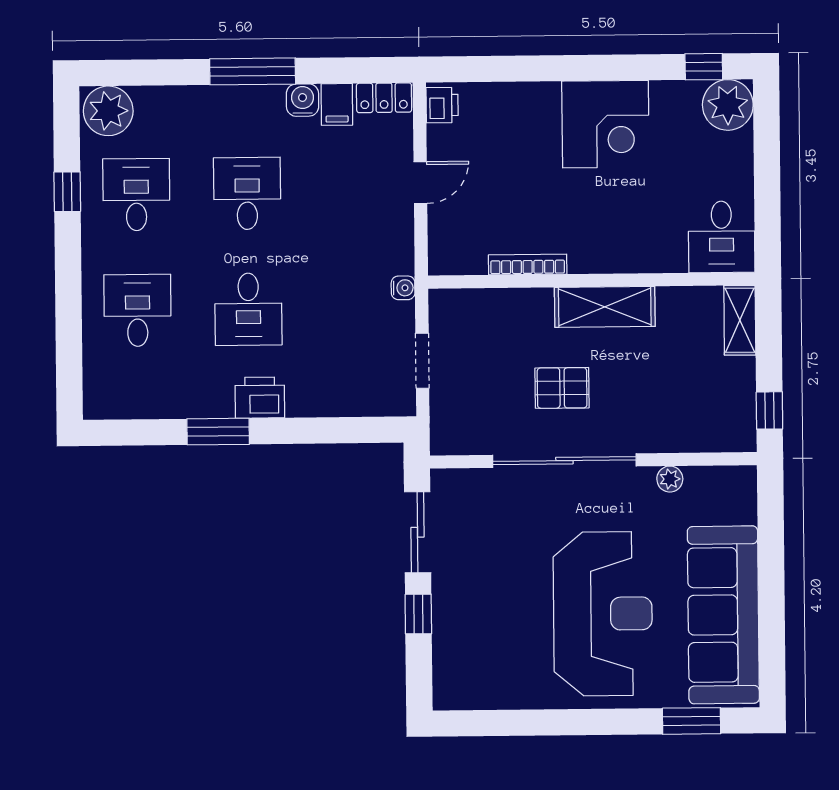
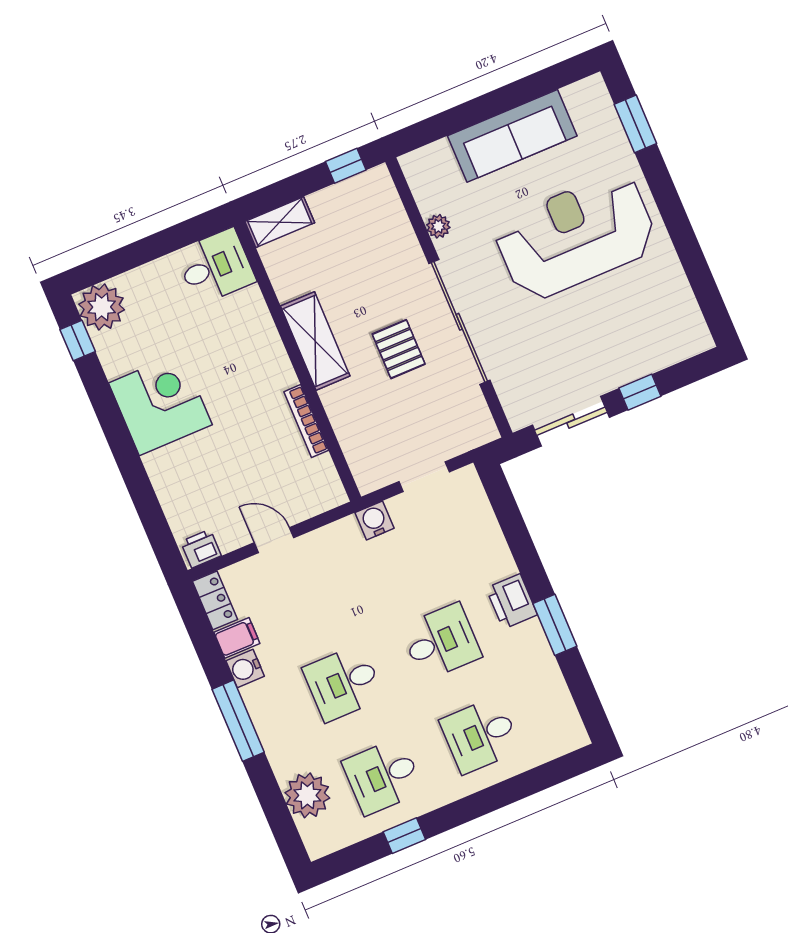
plant: (108, 111) -> (307, 795), moved
water cooler: (403, 288) -> (375, 520), width x1.38, depth x1.38
sofa: (723, 615) -> (512, 136), width x0.74, depth x0.79

